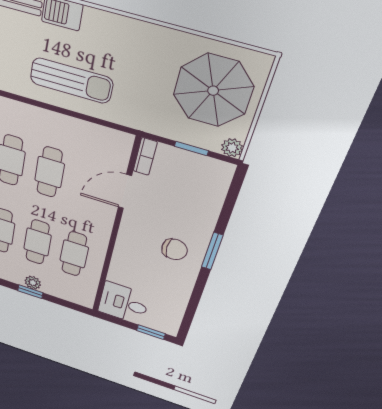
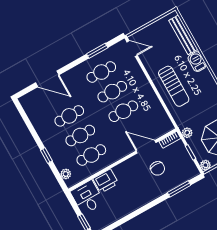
plant: (158, 126) -> (187, 133), added
chair: (174, 249) -> (157, 168), moved
window: (212, 251) -> (179, 189), moved
printer: (123, 270) -> (106, 181), added
plant: (33, 283) -> (66, 174), moved

